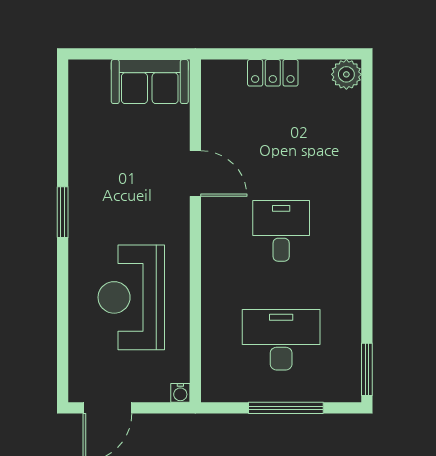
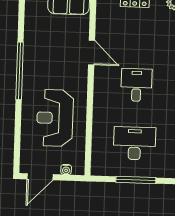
window: (63, 212) -> (20, 71), width x2.11
water cooler: (180, 393) -> (66, 170), moved

